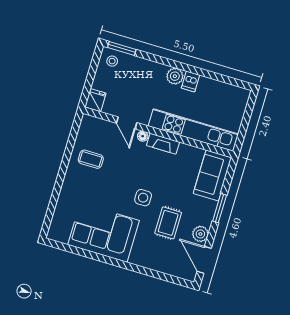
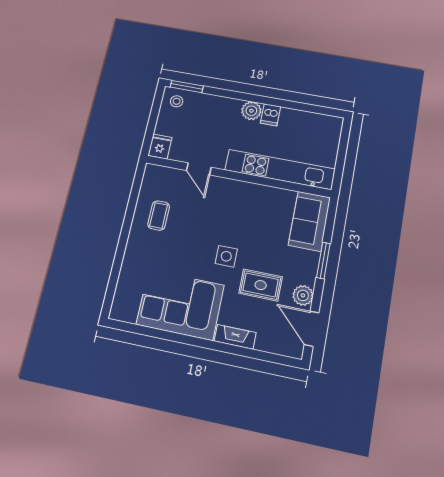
floor lamp: (143, 136) -> (219, 183), removed
fireplace: (163, 144) -> (235, 337), moved, turned 180
coffee table: (91, 159) -> (159, 216), turned 90
rug: (168, 223) -> (261, 285), turned 90

